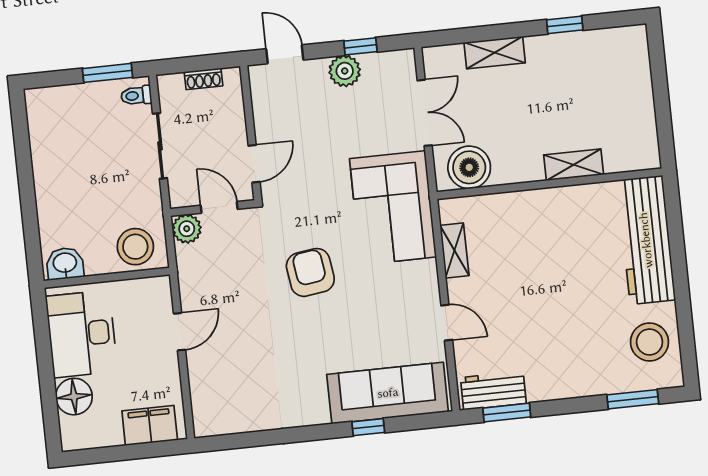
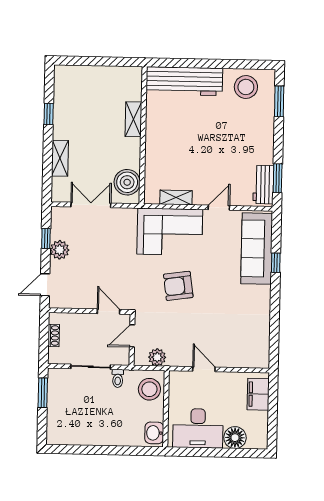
toilet: (136, 96) -> (118, 378), moved
corner sofa: (393, 208) -> (170, 232), moved
plant: (187, 229) -> (157, 357), moved

